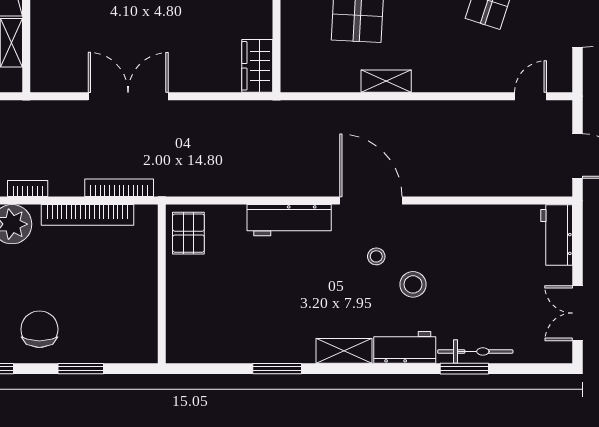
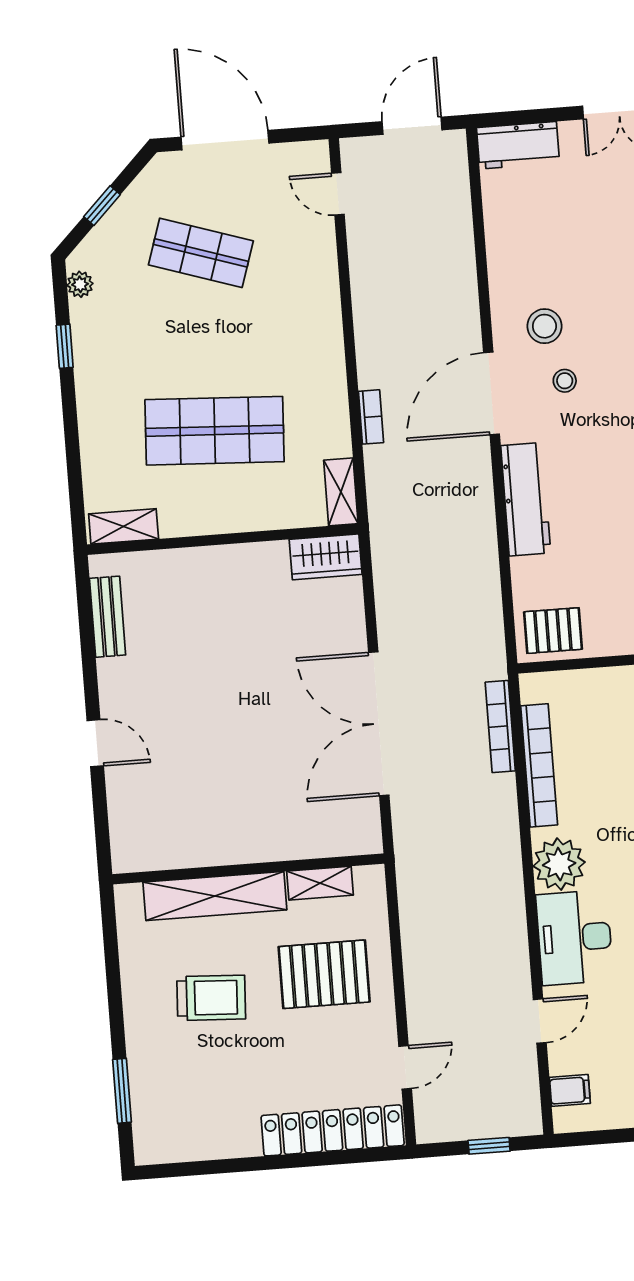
shelving: (386, 81) -> (341, 492), moved
double door: (128, 96) -> (379, 724), width x1.36
bookcase: (28, 189) -> (371, 417), moved, turned 180
stool: (413, 284) -> (544, 326), moved

